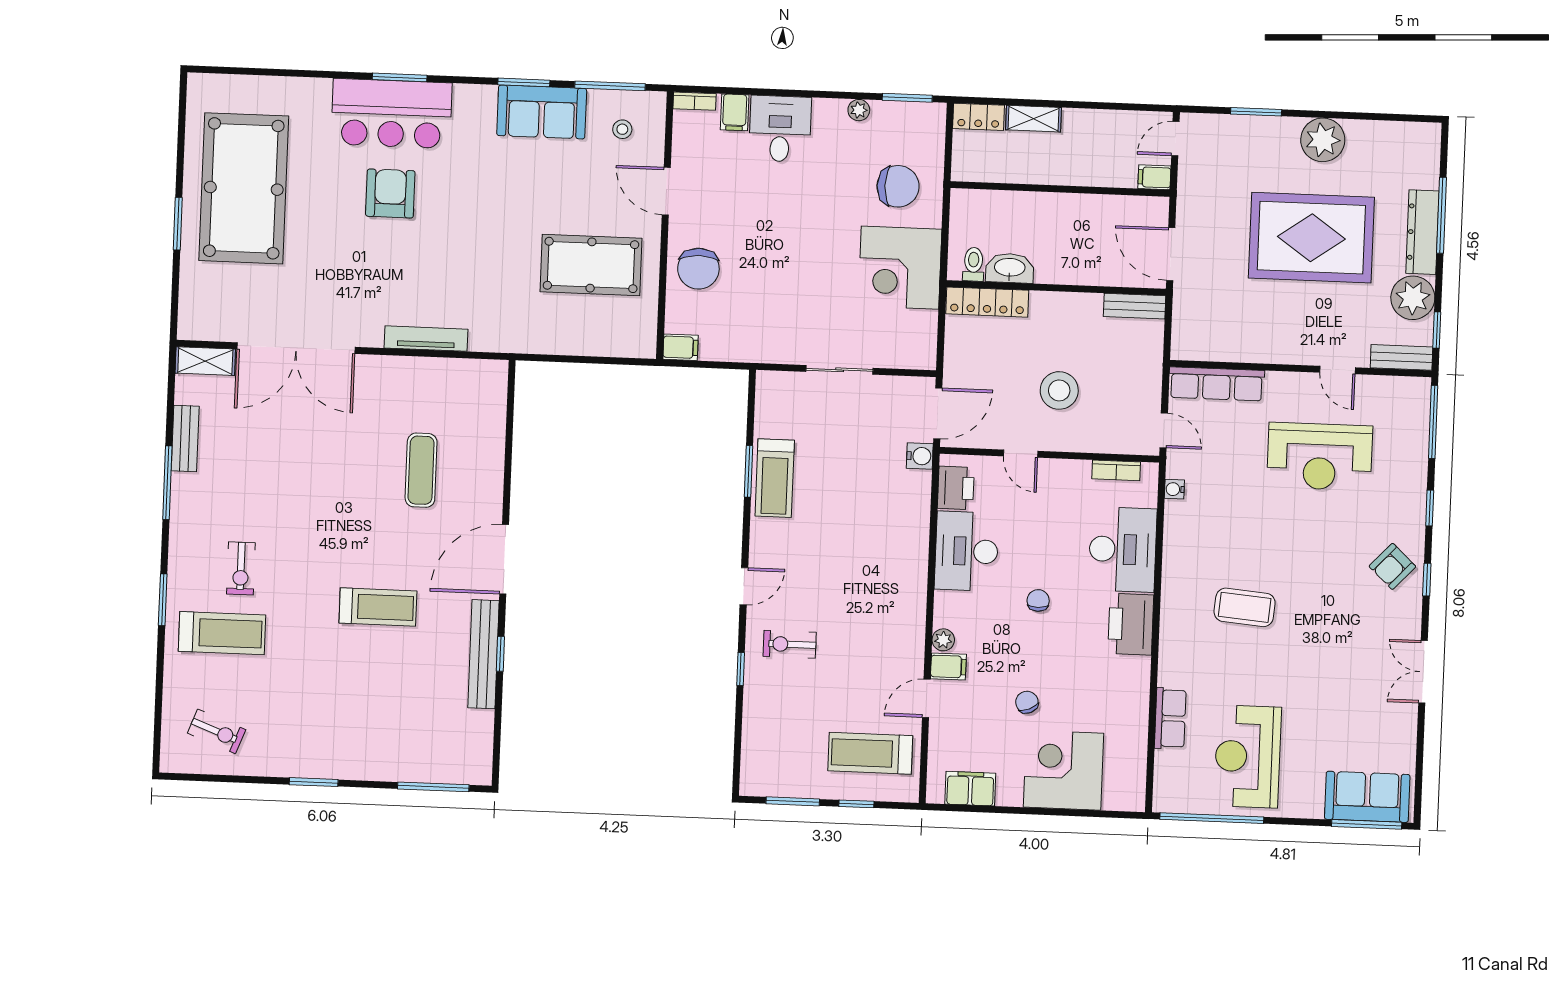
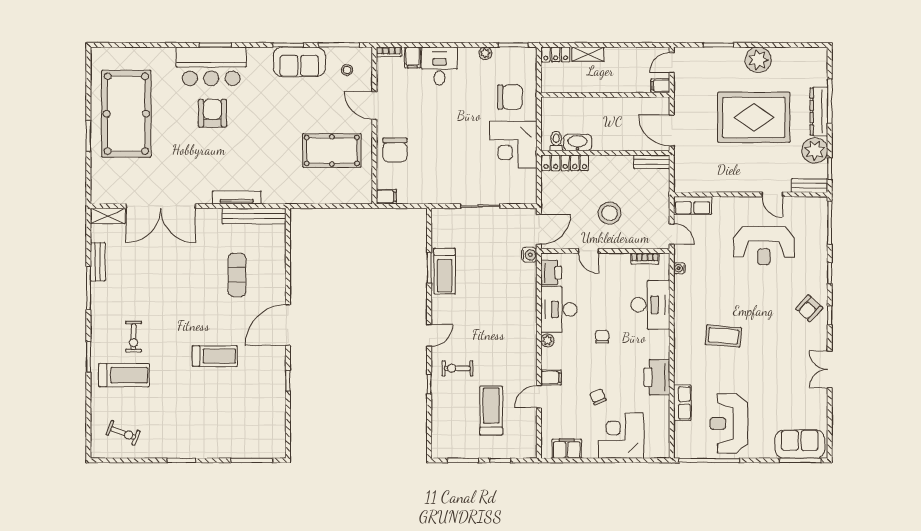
row of seats: (1217, 384) -> (693, 205), width x0.68
printer: (1131, 624) -> (657, 377), moved
plant: (943, 640) -> (547, 340), moved
bench: (483, 654) -> (254, 216), moved, turned 90
treadmill: (870, 753) -> (491, 410), moved, turned 90

